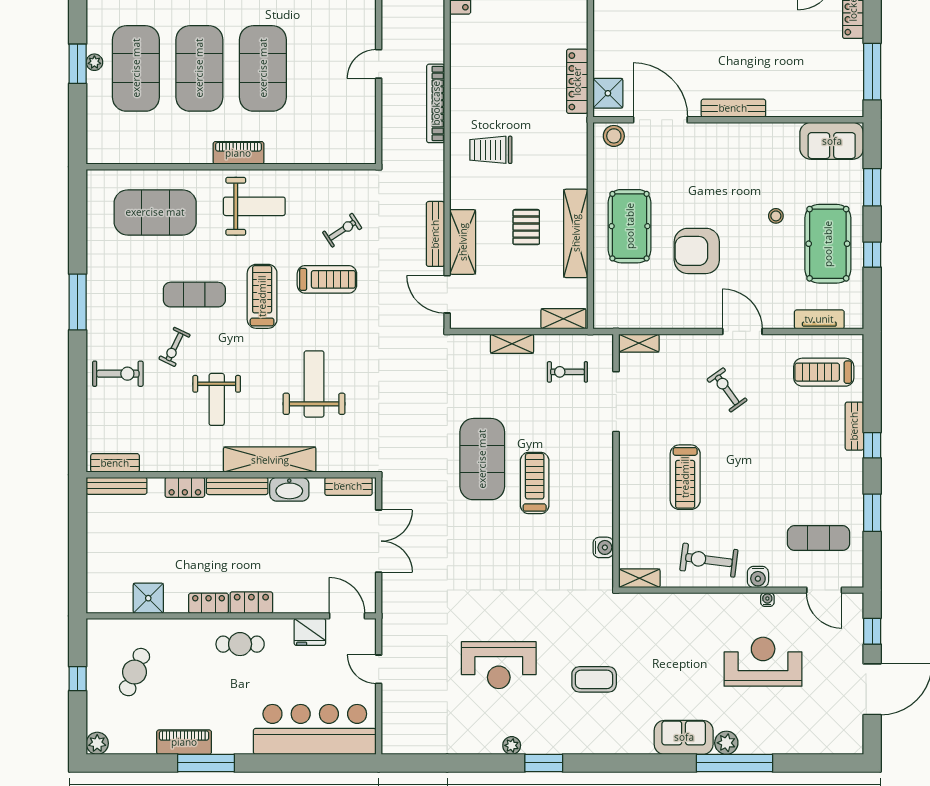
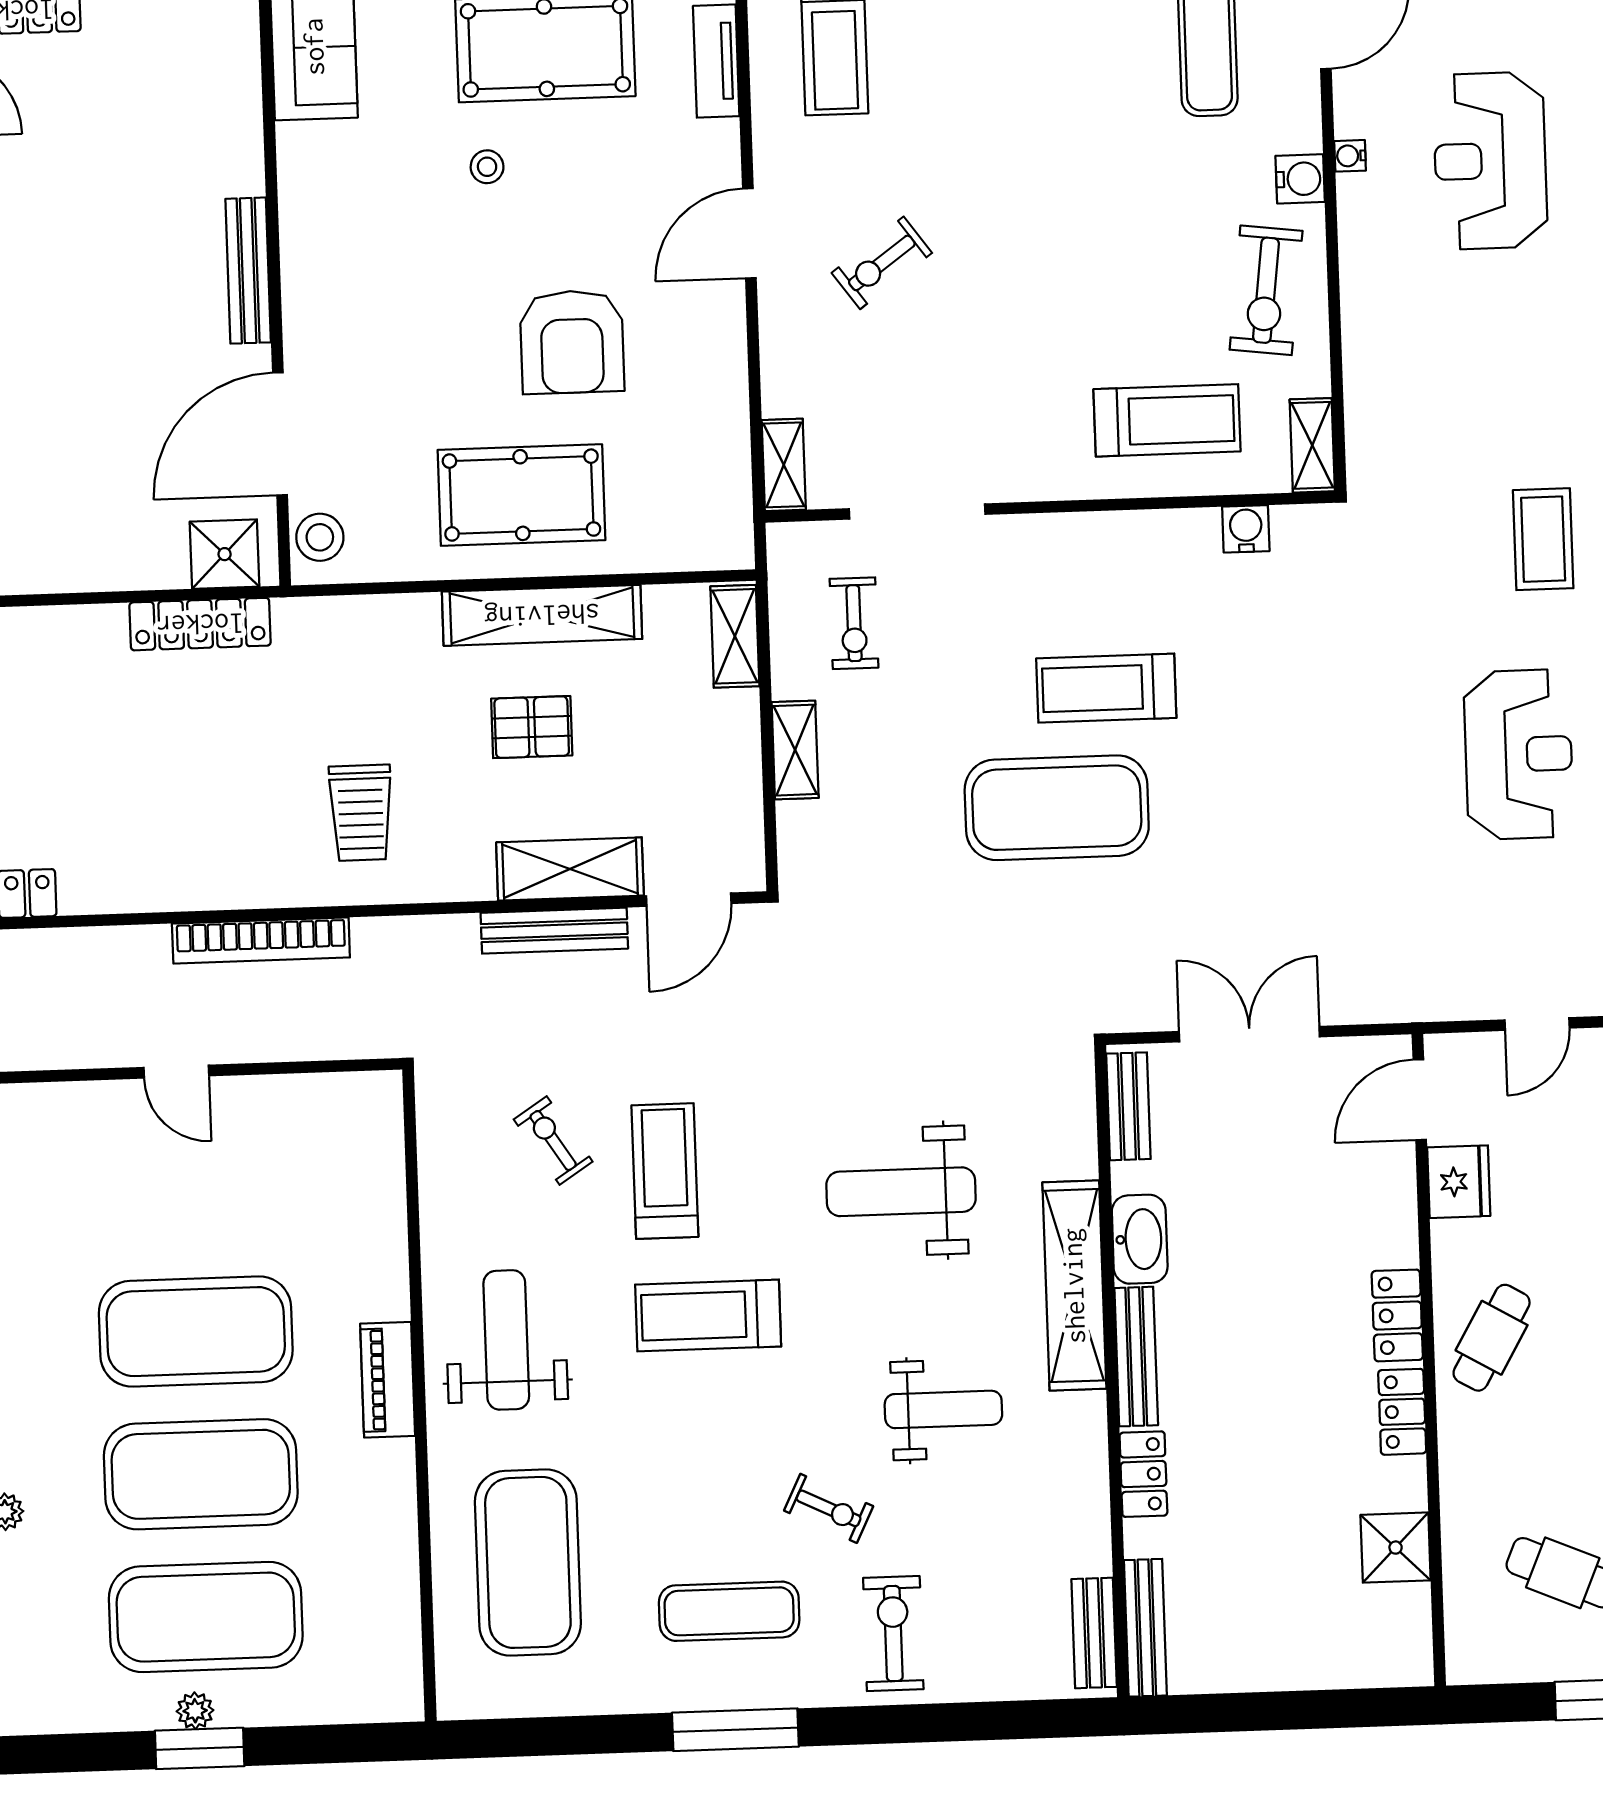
exercise mat: (194, 295) -> (729, 1611), moved, turned 90
treadmill: (685, 477) -> (1167, 420), moved
cafe table: (240, 644) -> (1492, 1338), turned 30

